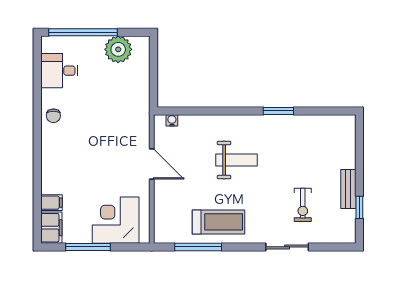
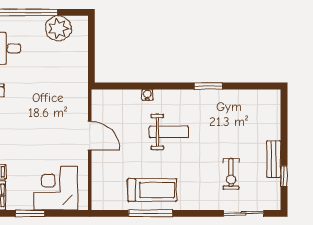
water cooler: (172, 120) -> (147, 95), moved
window: (88, 247) -> (30, 213), width x0.69
window: (198, 247) -> (151, 213), moved
sliding door: (287, 247) -> (244, 213), moved

